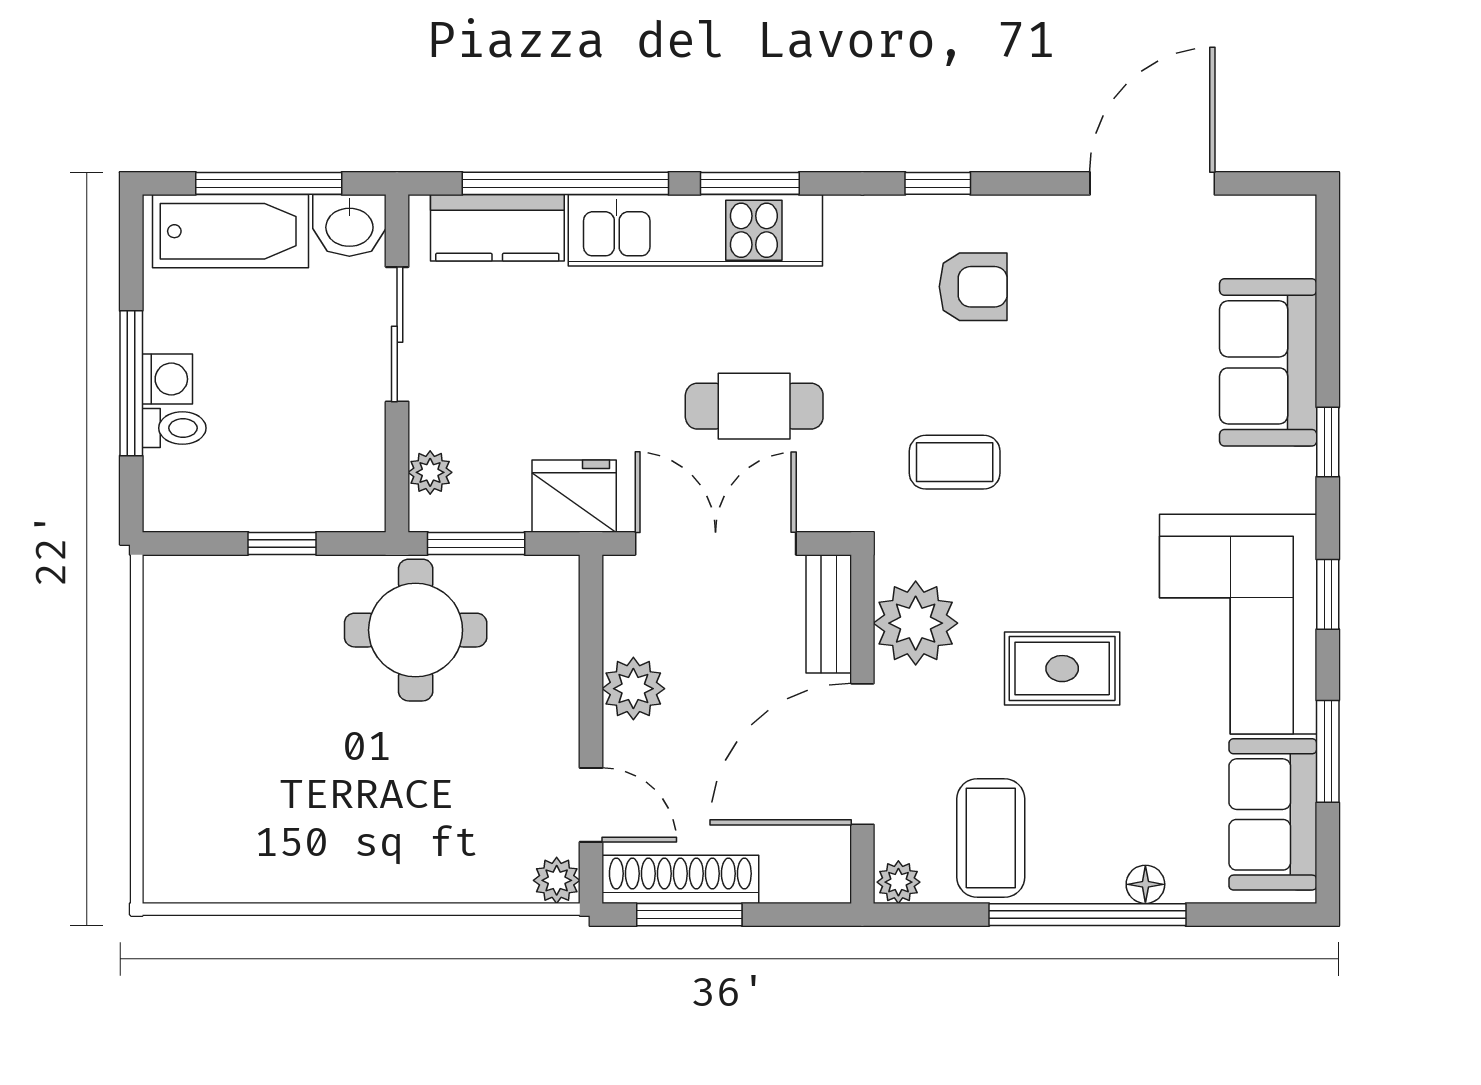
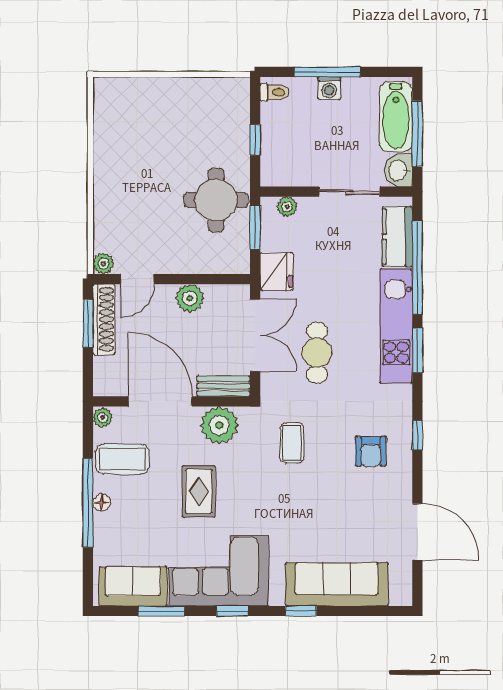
sofa: (1268, 362) -> (337, 584), width x1.36
toilet: (174, 428) -> (274, 92), moved, turned -90
floor lamp: (1145, 884) -> (102, 503), moved

